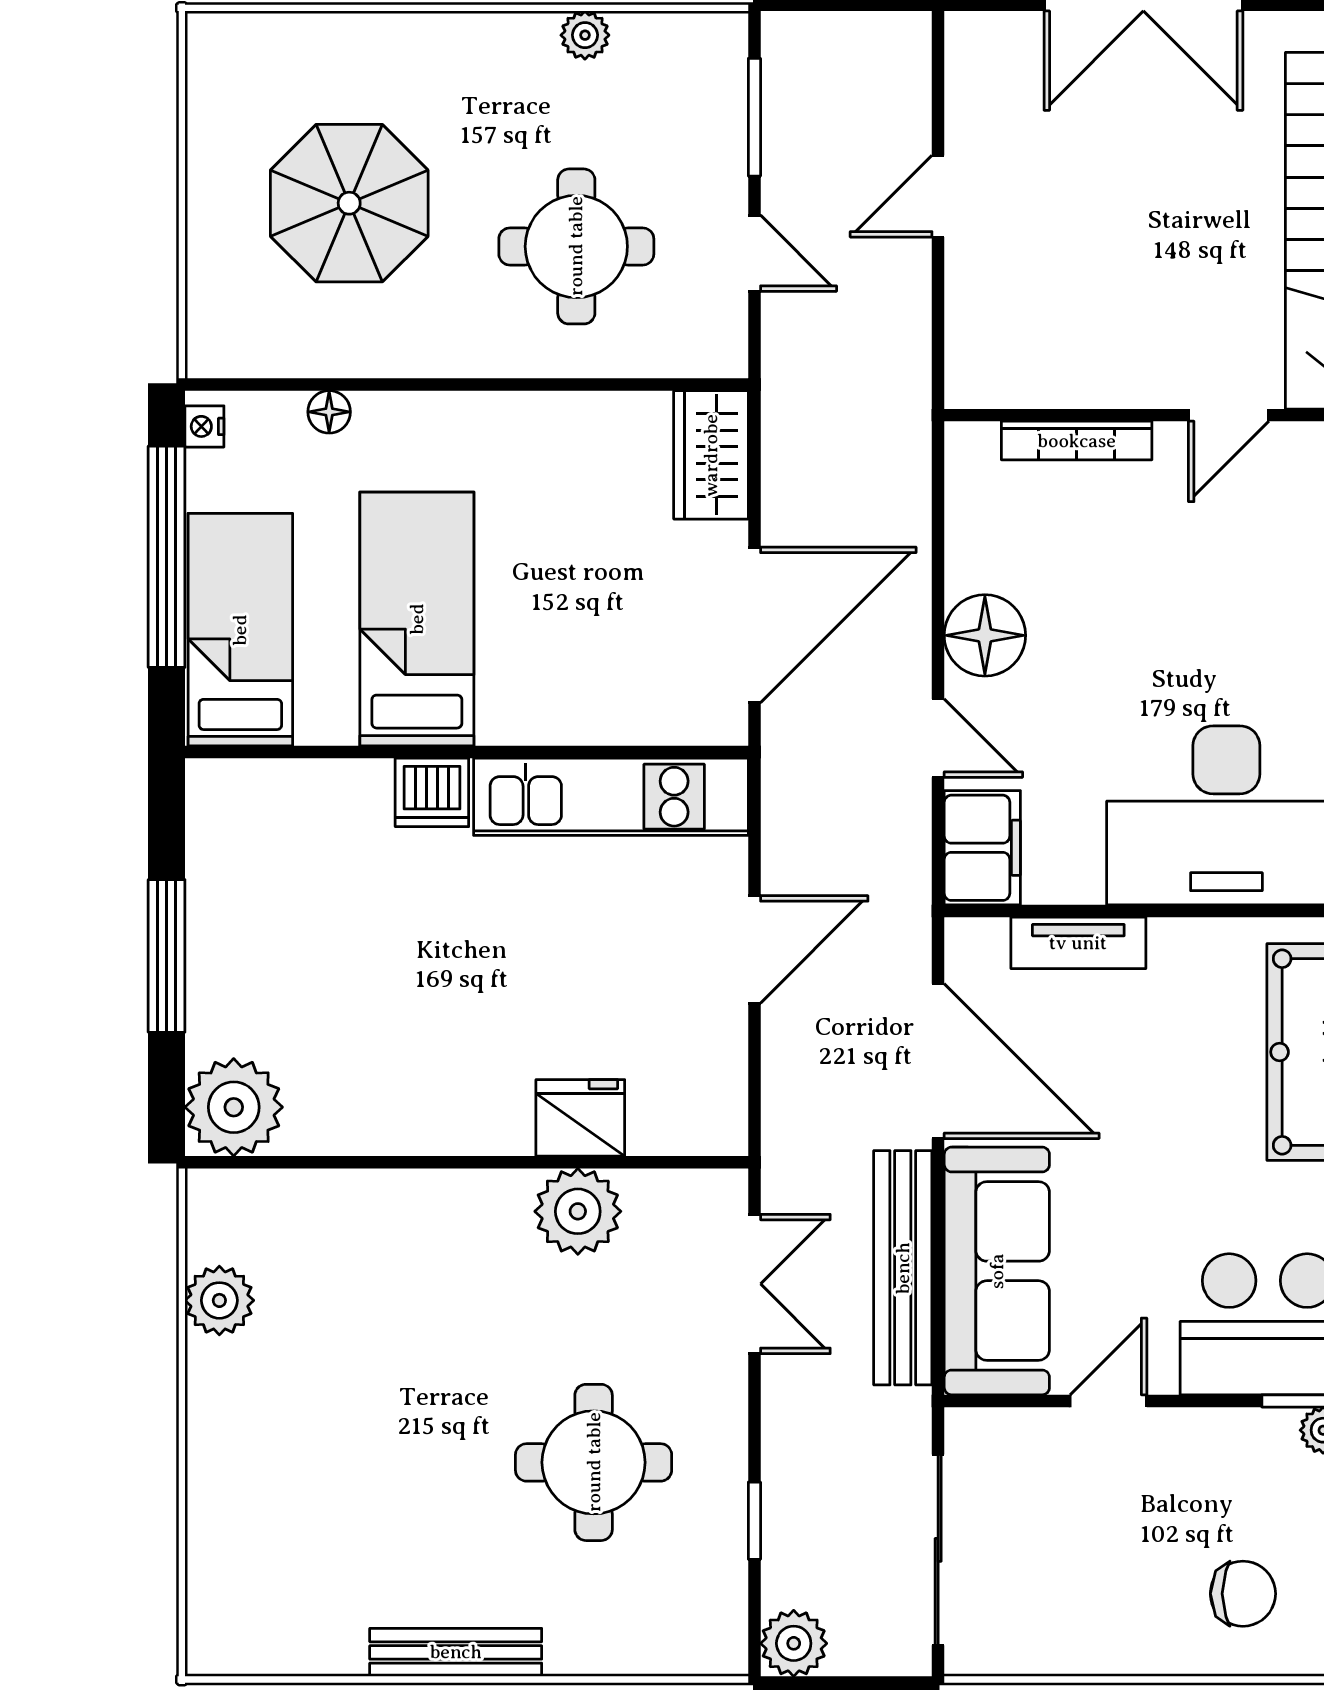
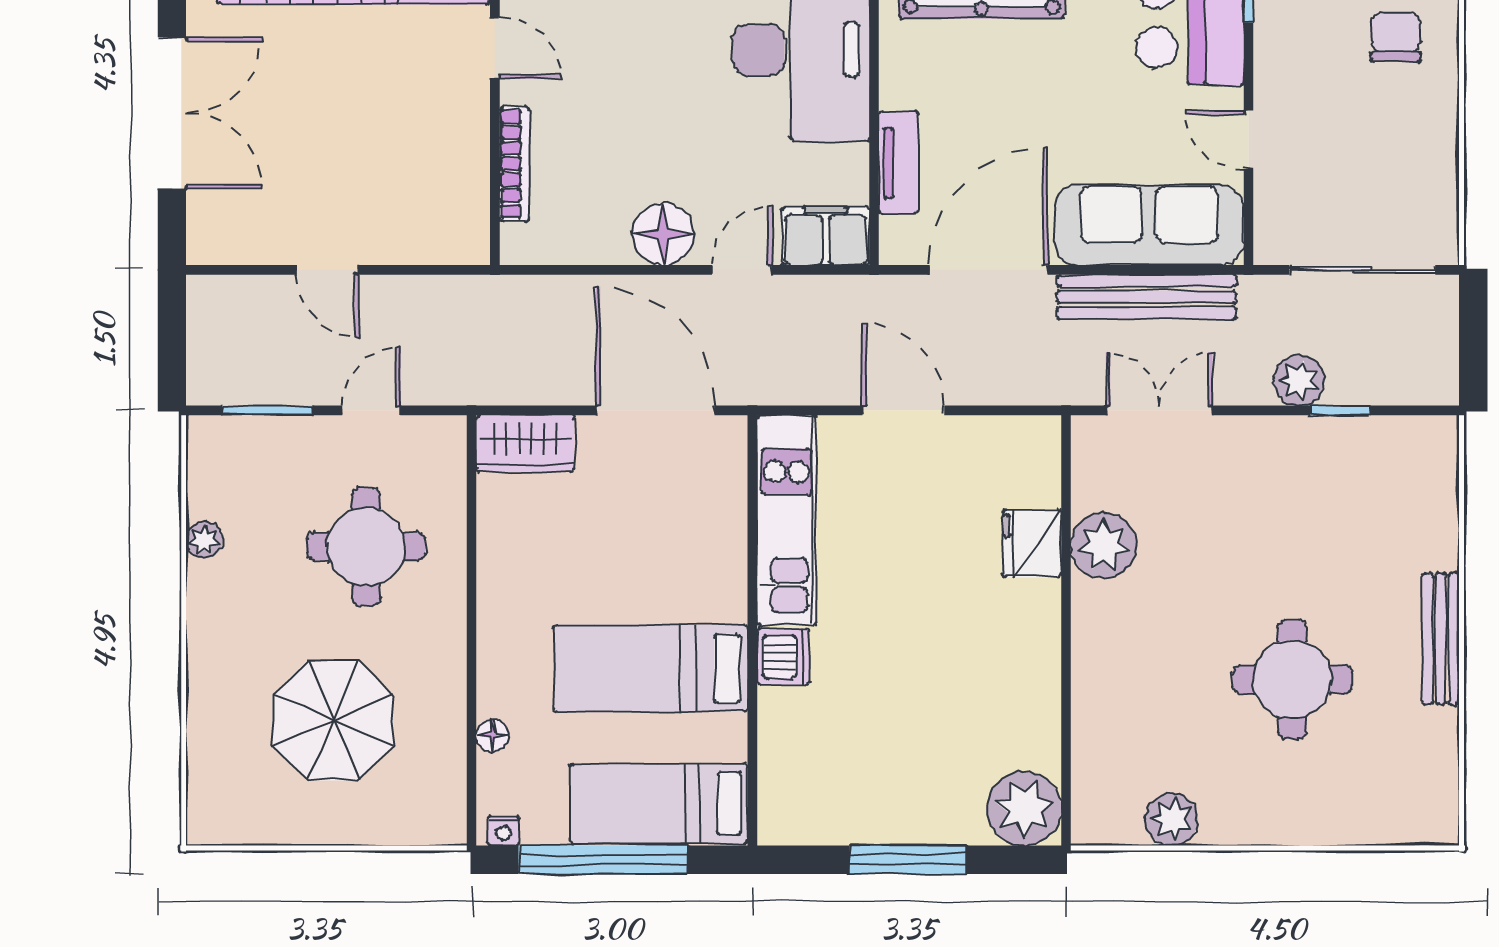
round table: (594, 1462) -> (1292, 679), moved
plant: (794, 1643) -> (1299, 380), moved

